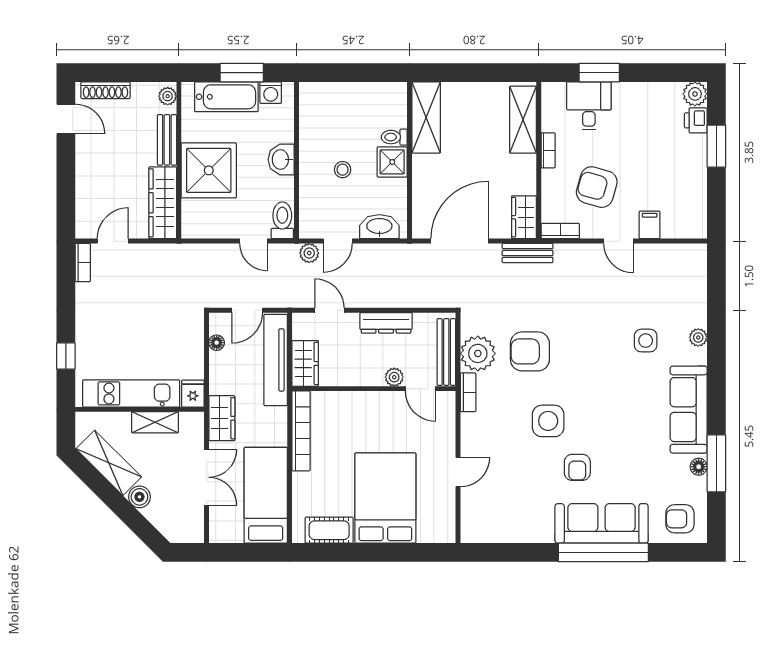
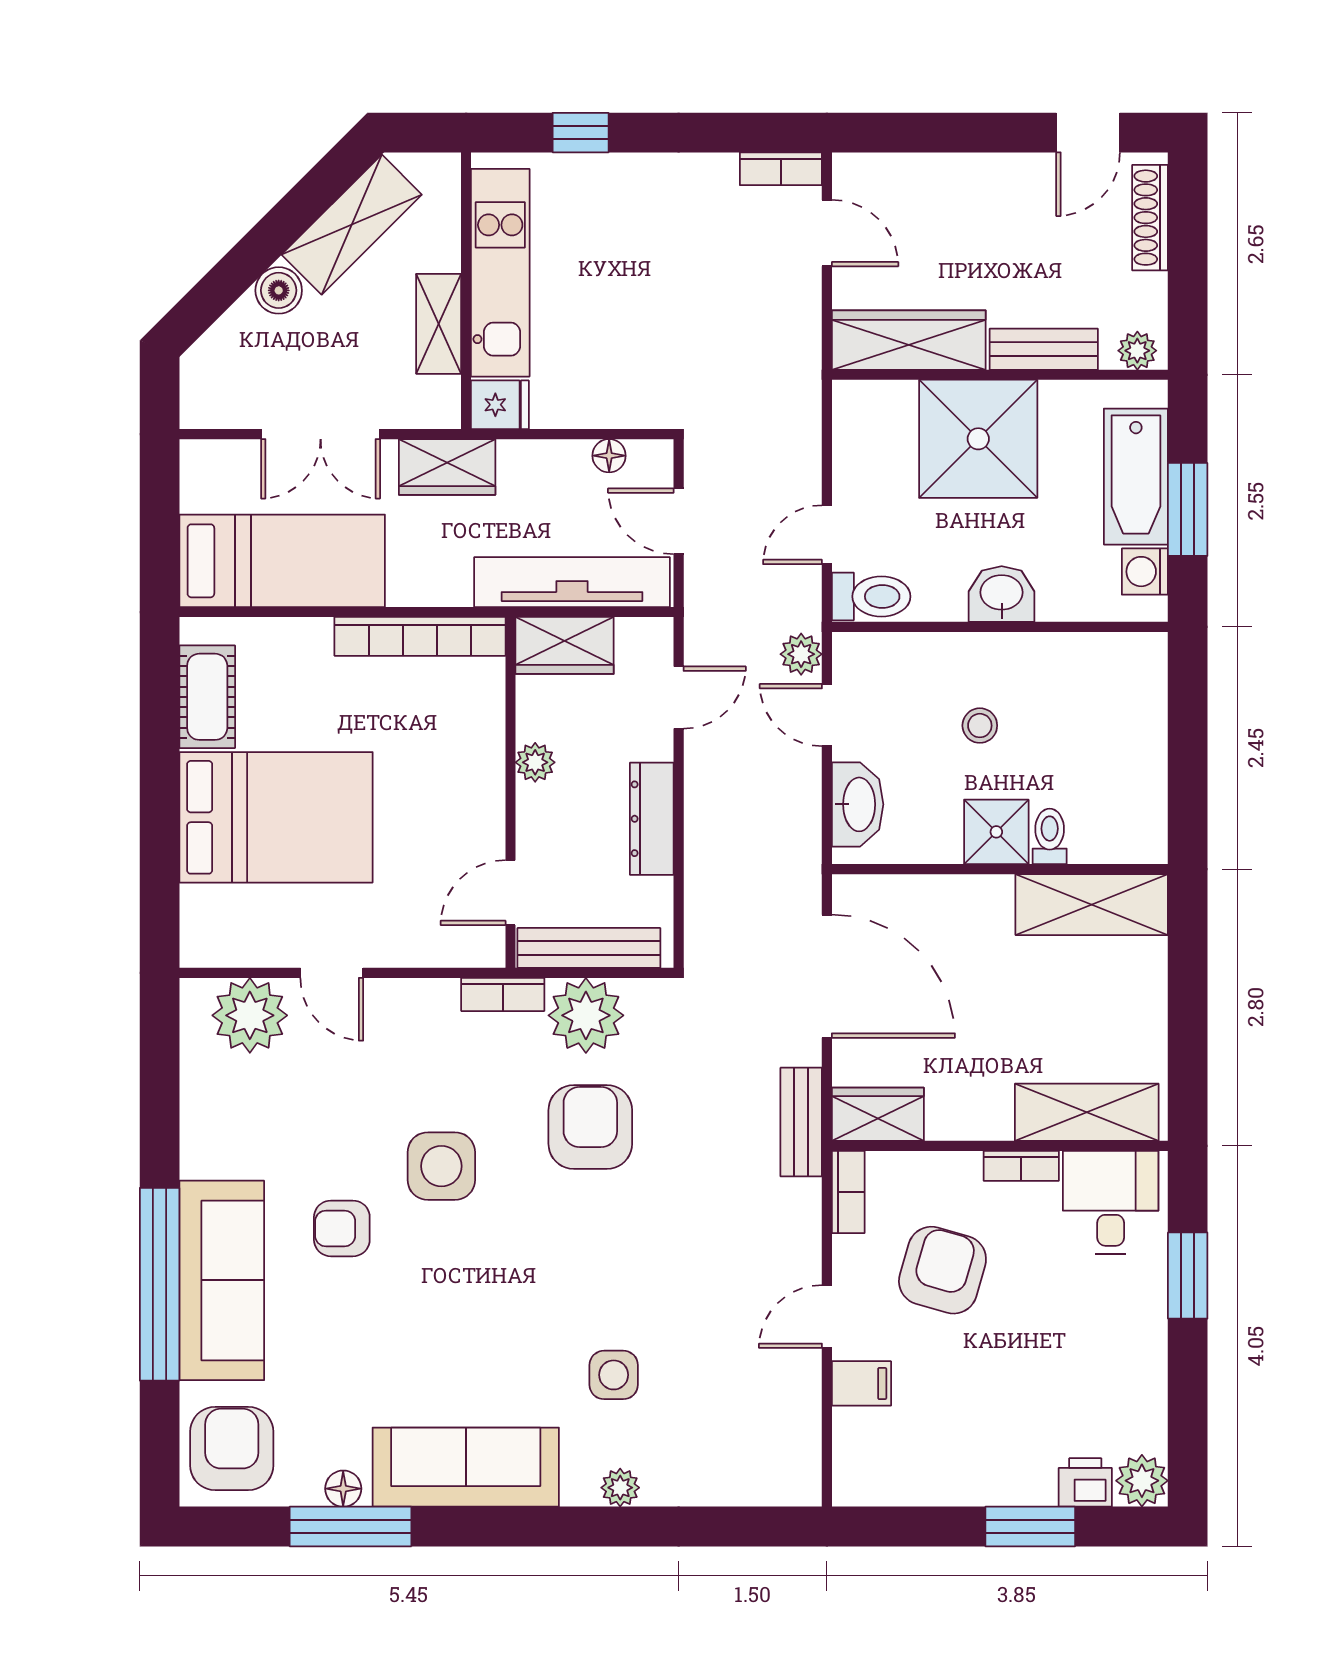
desk: (589, 106) -> (1111, 1202), moved, turned -90
plant: (394, 377) -> (535, 762), moved
plant: (478, 510) -> (250, 1015), added
armchair: (680, 519) -> (232, 1449), width x1.38, depth x1.38

